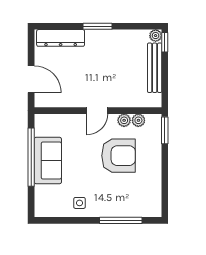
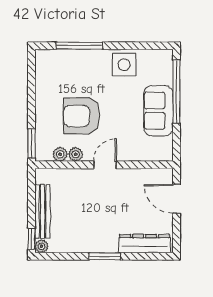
window: (31, 157) -> (176, 92), moved
side table: (79, 203) -> (124, 65), width x1.87, depth x1.87

